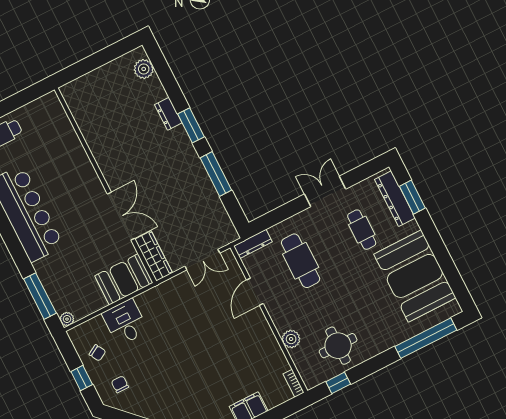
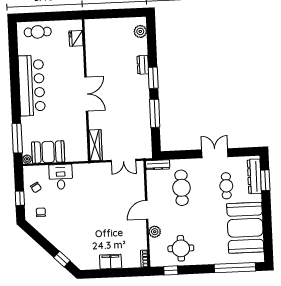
fridge: (58, 119) -> (76, 38), added
double door: (121, 216) -> (86, 94), moved
booth: (124, 279) -> (48, 152), moved
door: (255, 292) -> (147, 210), moved

